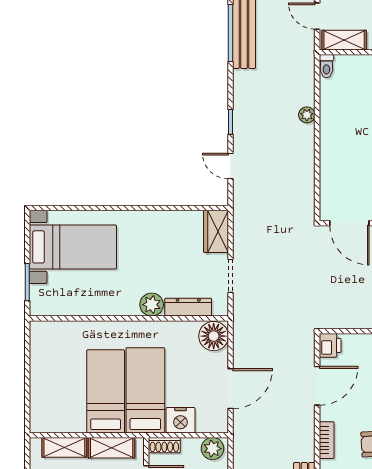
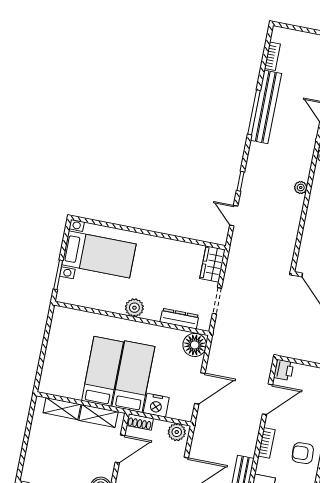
plant: (152, 305) -> (134, 308), moved

